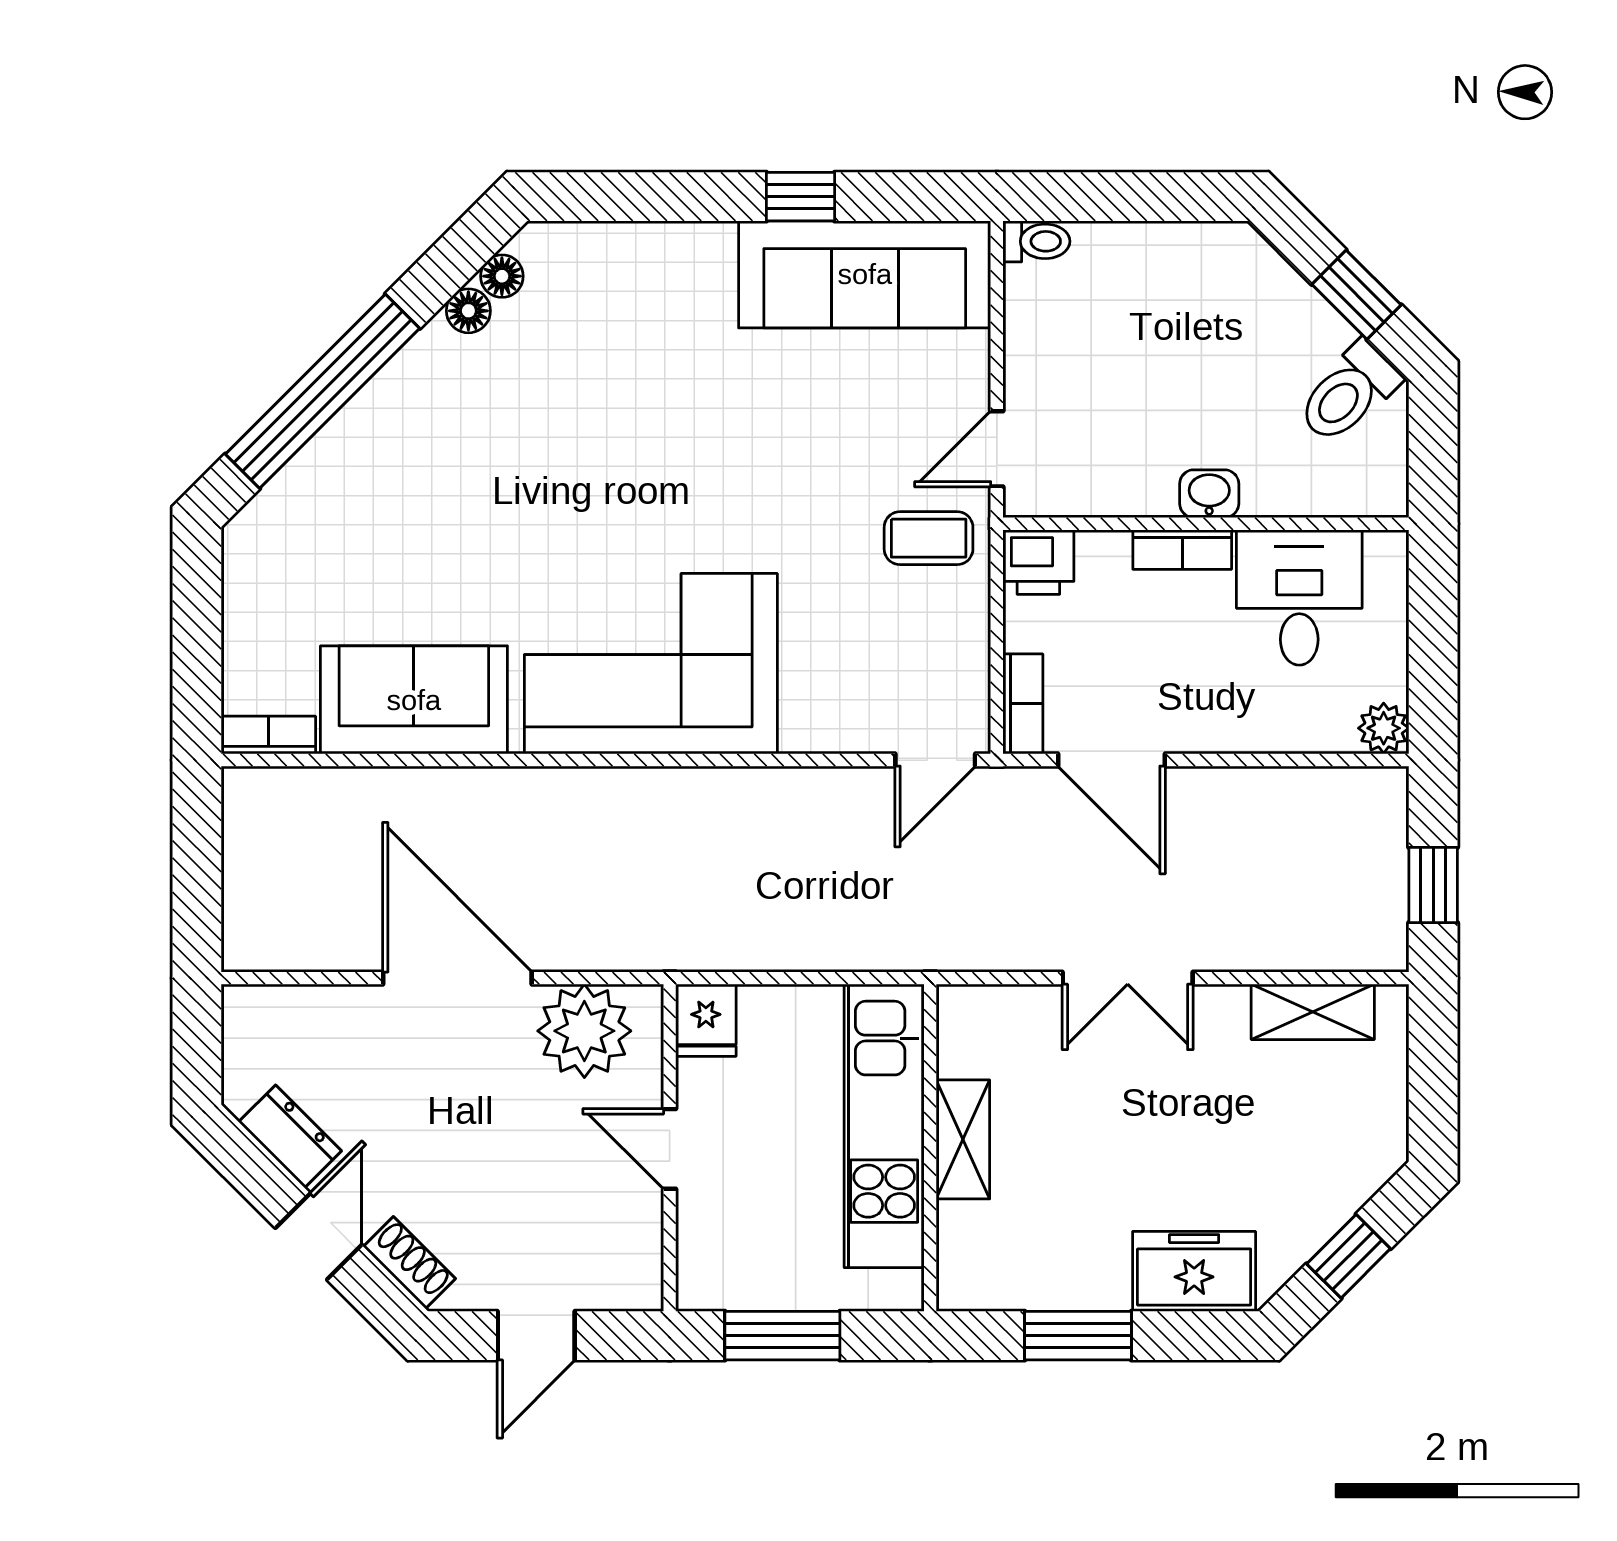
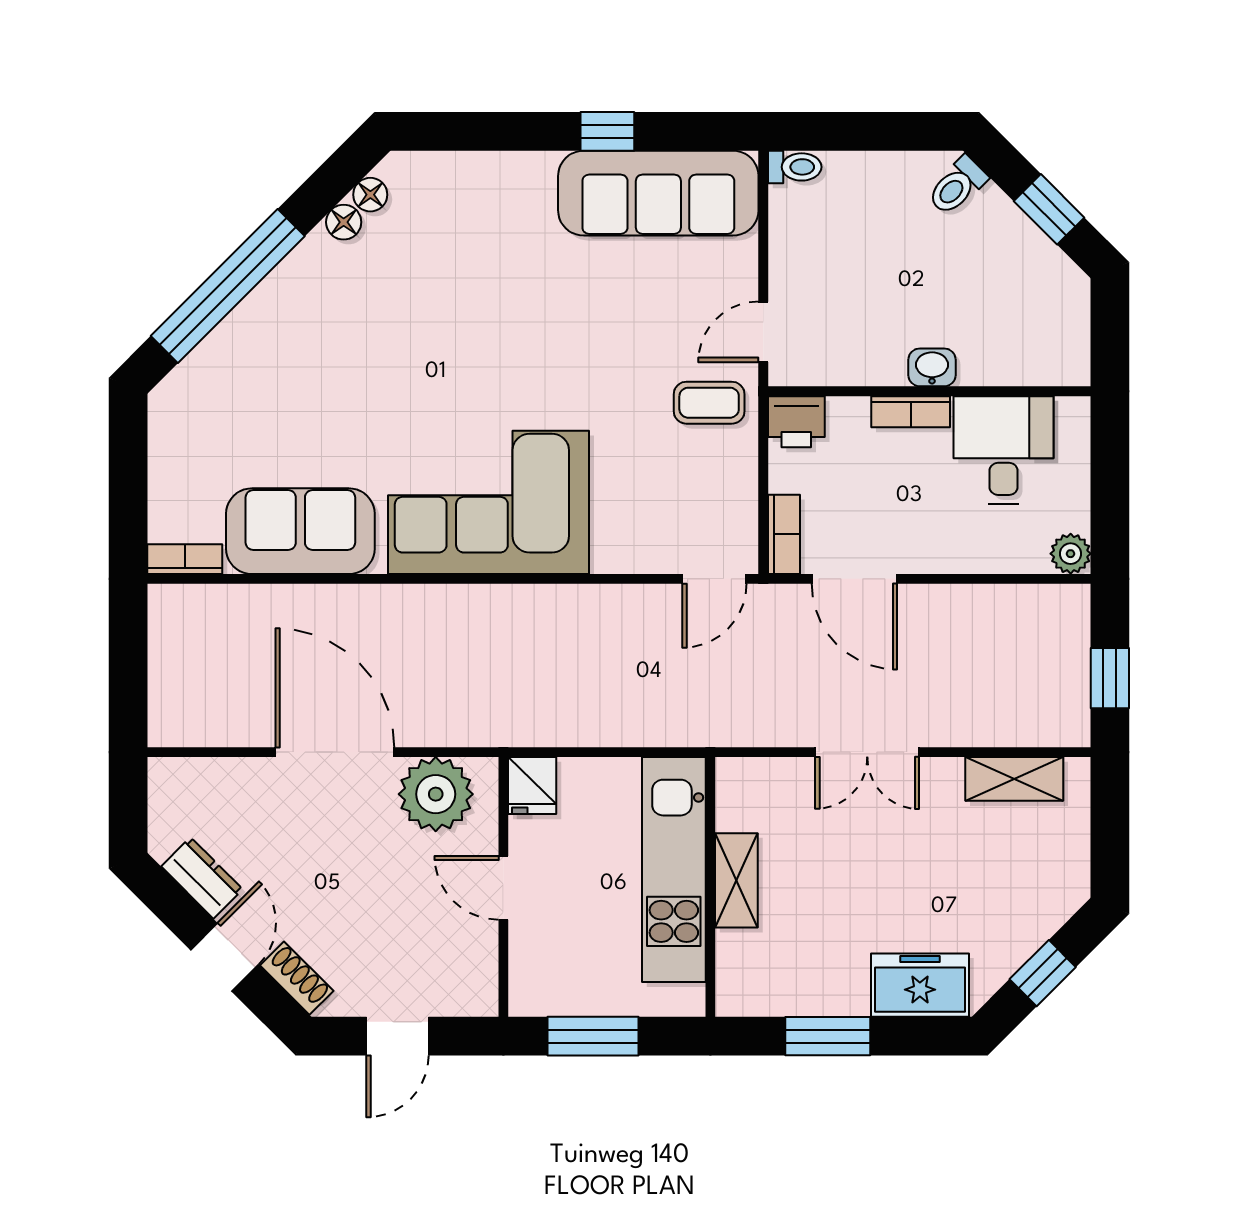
toilet: (1348, 393) -> (957, 186), moved, width x0.73, depth x0.72

